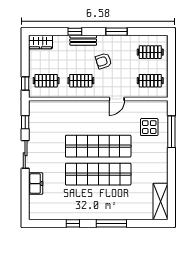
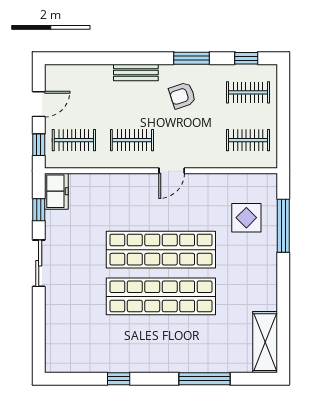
window: (75, 32) -> (246, 58), moved
wardrobe: (40, 42) -> (64, 76), removed
door: (25, 59) -> (39, 104), added
armchair: (104, 61) -> (182, 95), moved
door: (117, 99) -> (172, 171), moved
freezer: (36, 184) -> (56, 191), moved
window: (111, 223) -> (204, 379), moved

